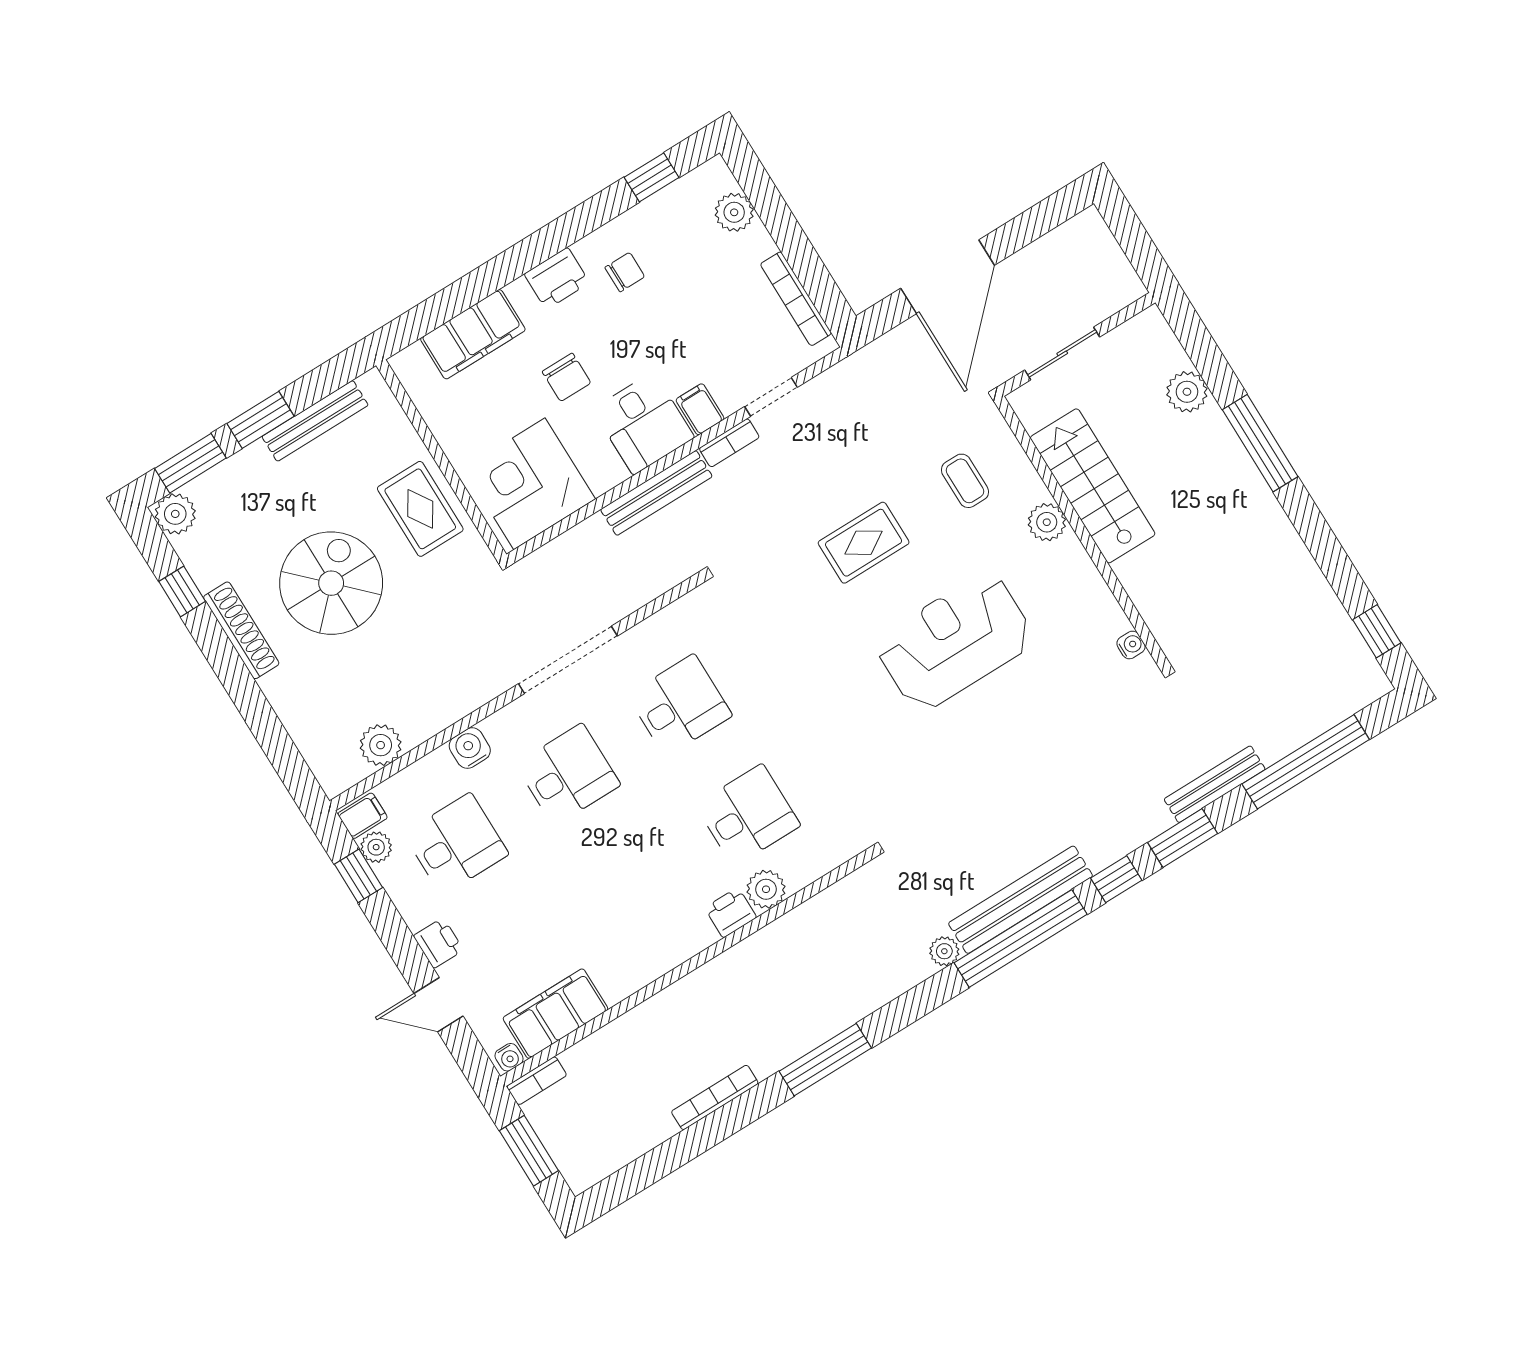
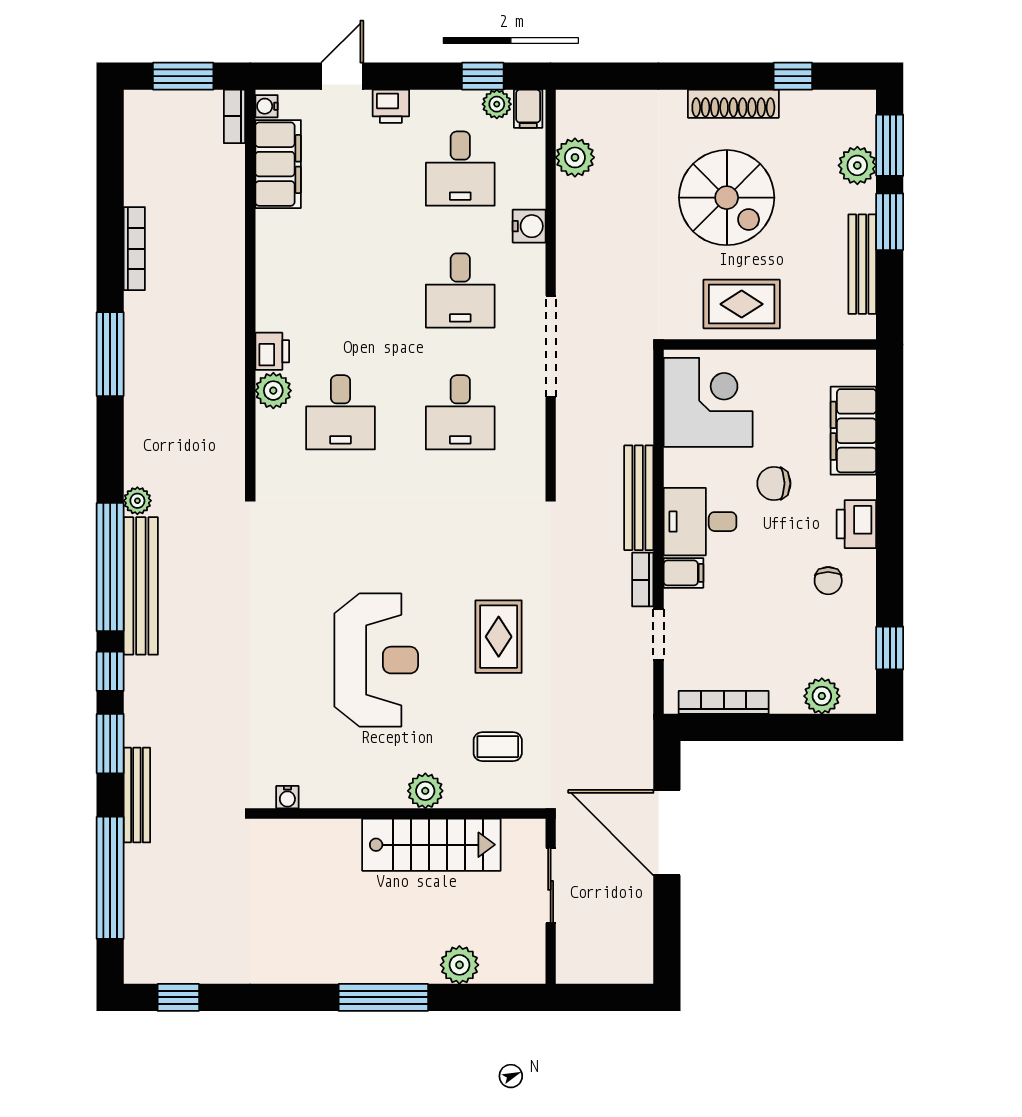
plant: (175, 514) -> (857, 165), moved

